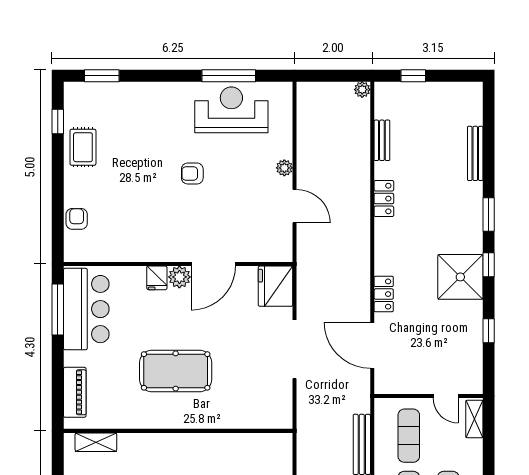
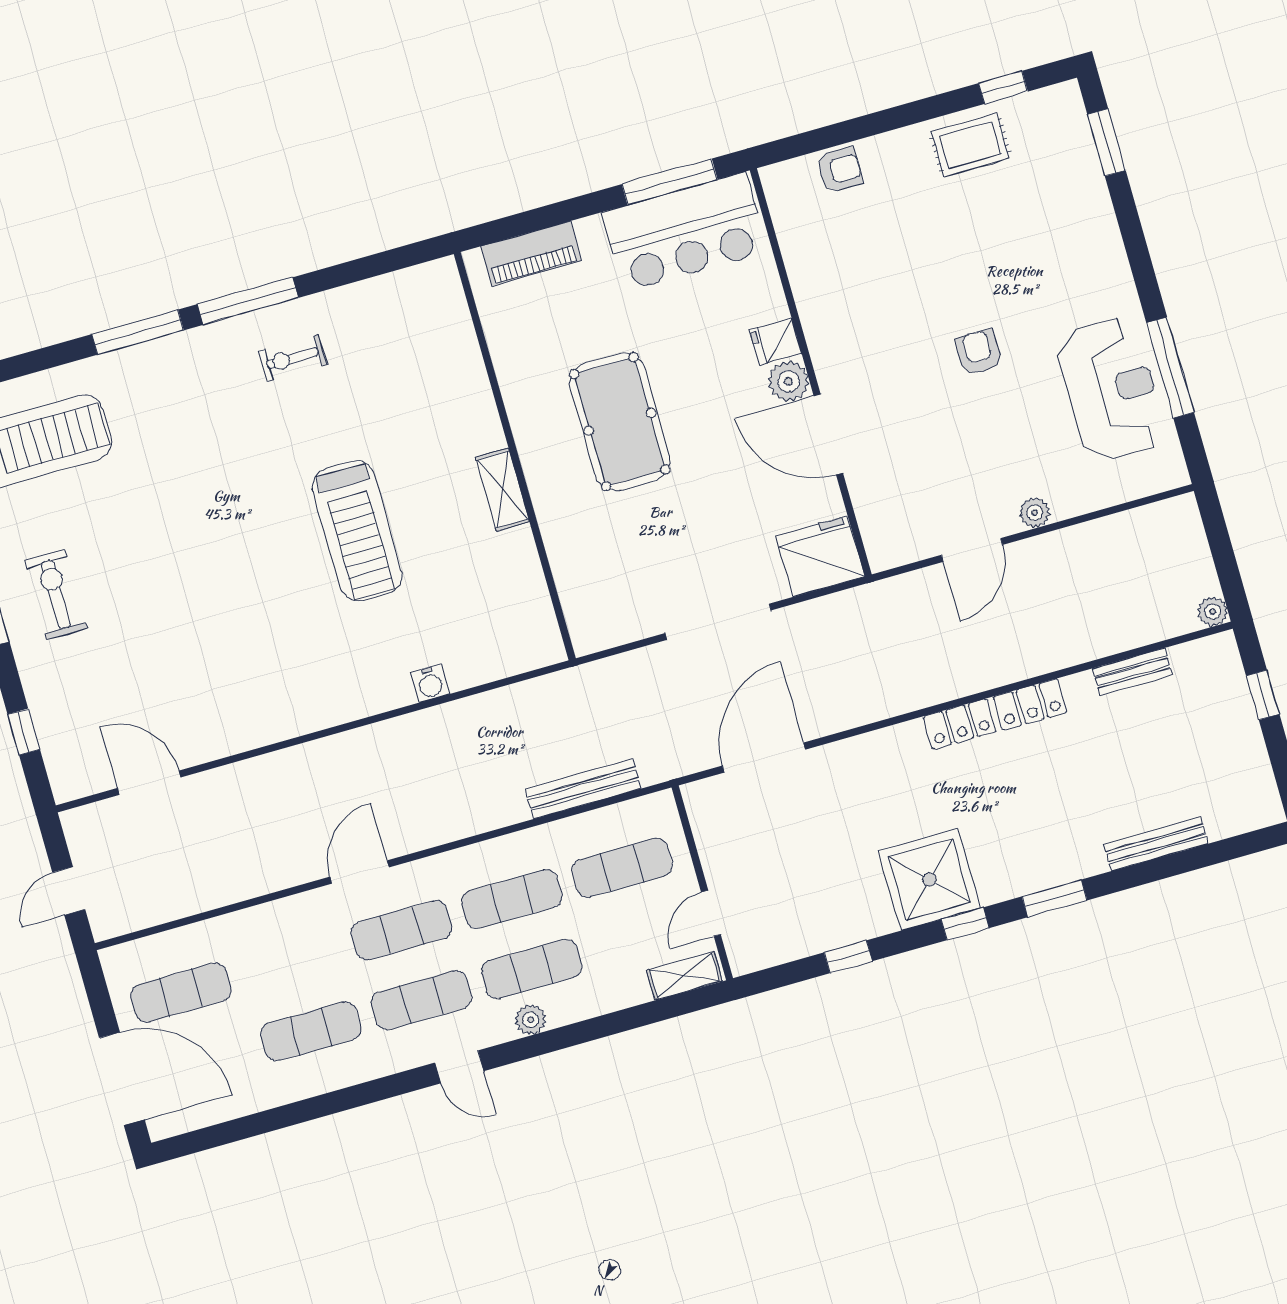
locker: (384, 294) -> (960, 724), moved
shelving: (96, 442) -> (503, 489), moved

